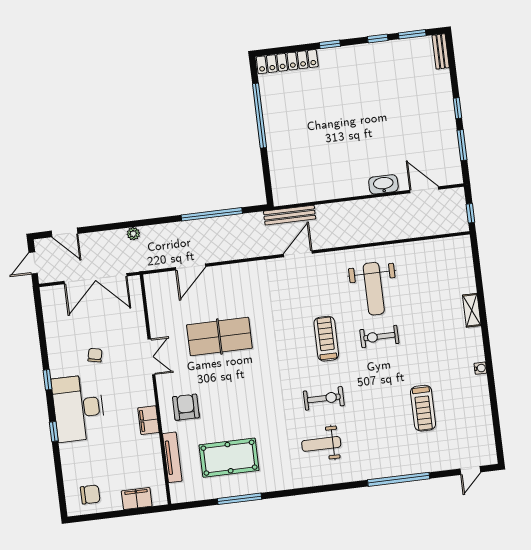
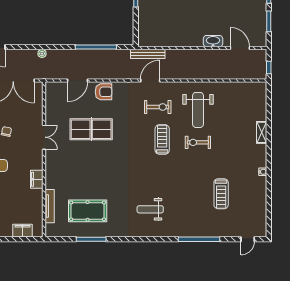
exercise bike: (324, 398) -> (158, 107), moved
armchair: (186, 407) -> (104, 92), moved, turned 90

